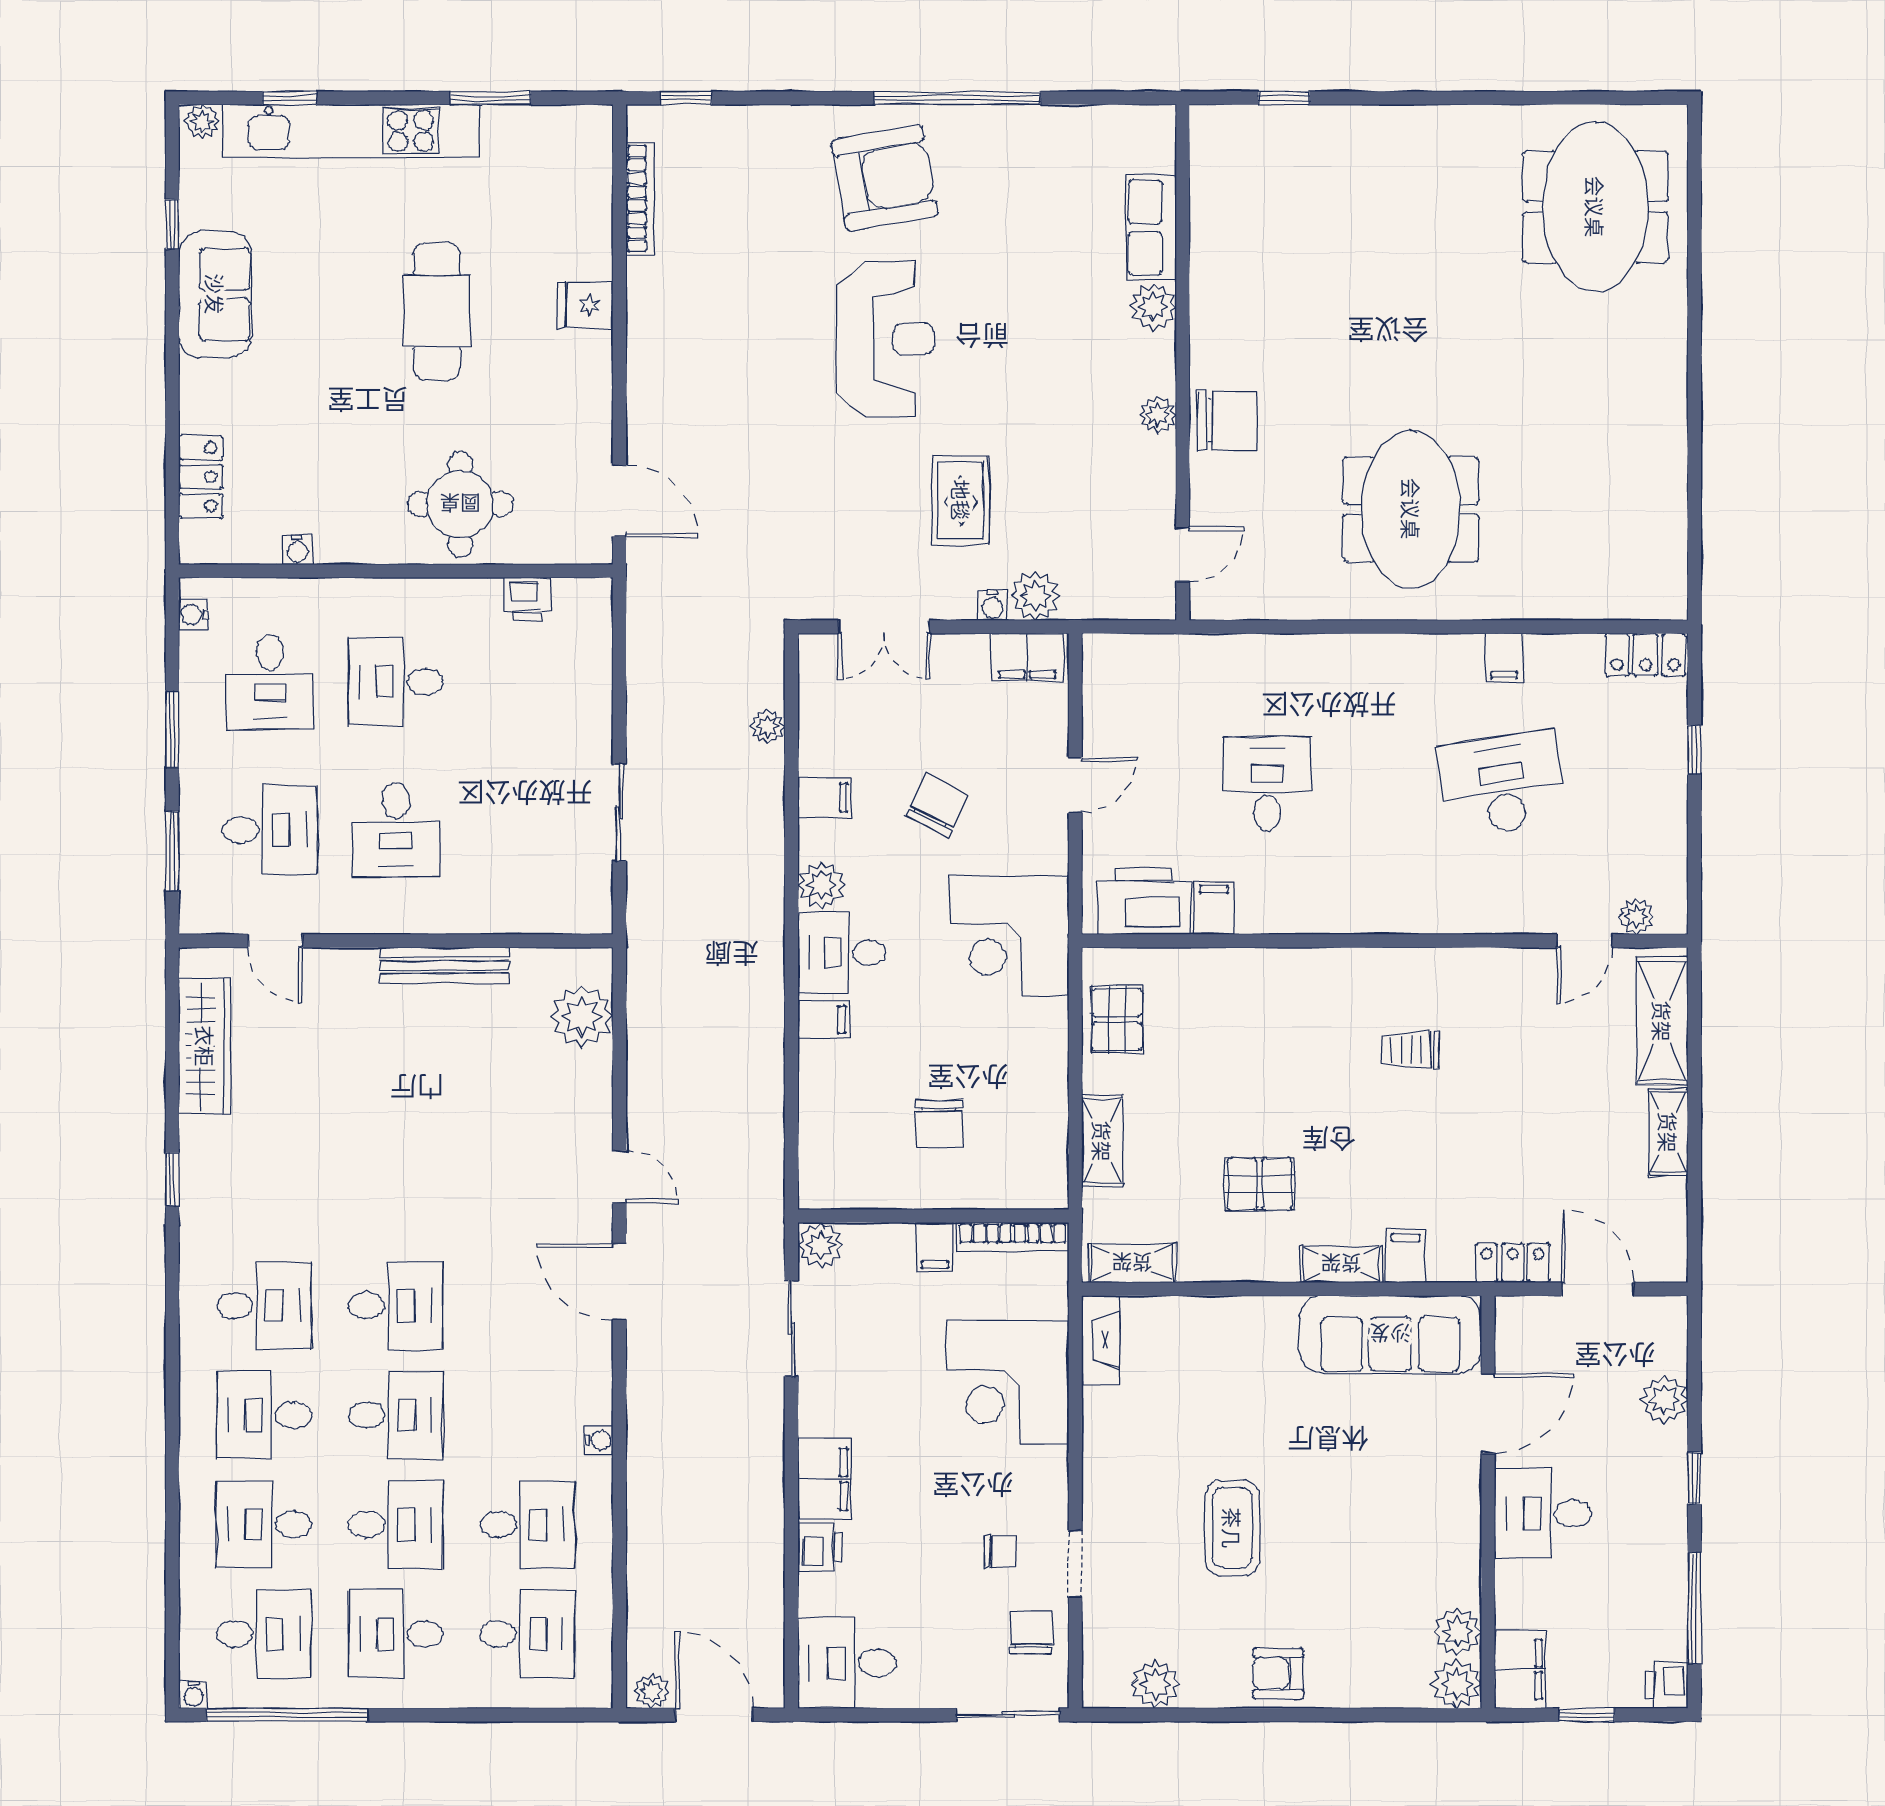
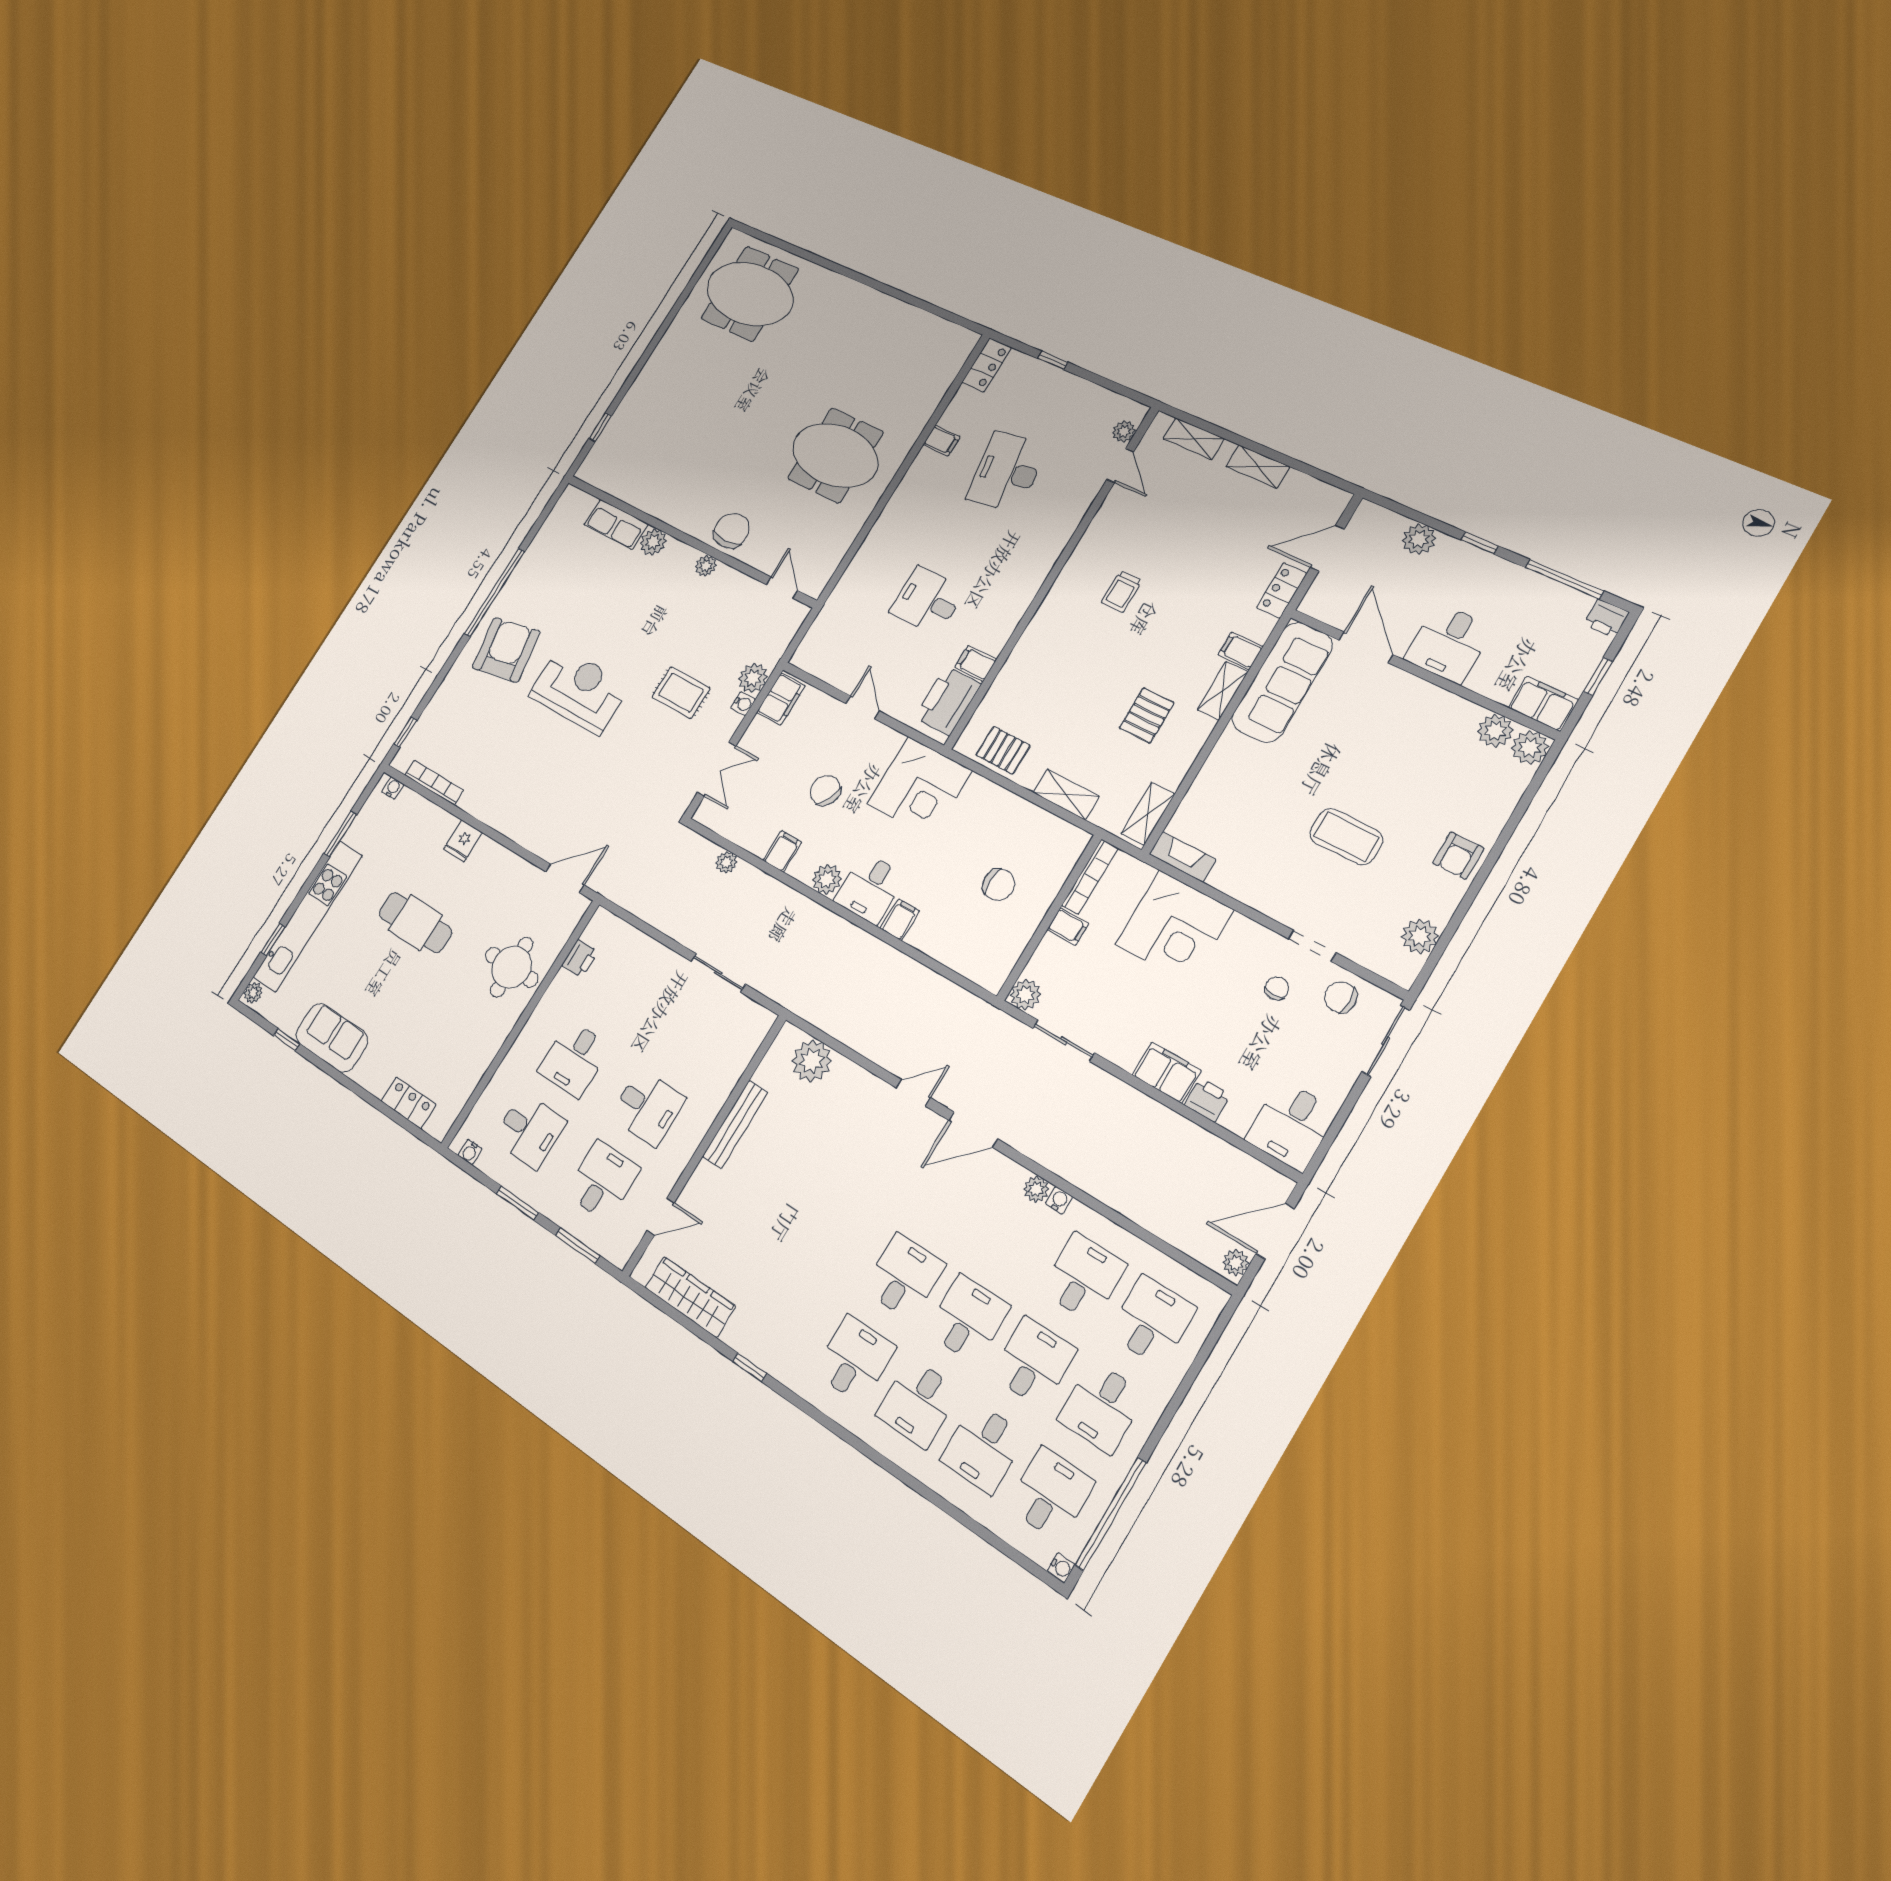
water cooler: (297, 550) -> (393, 788), moved, turned -90
shelving: (1662, 1021) -> (1194, 439), width x0.67, depth x0.75
plant: (595, 1404) -> (1036, 1189), added

